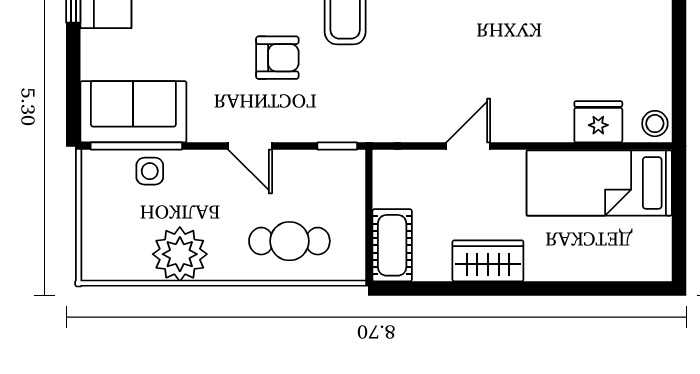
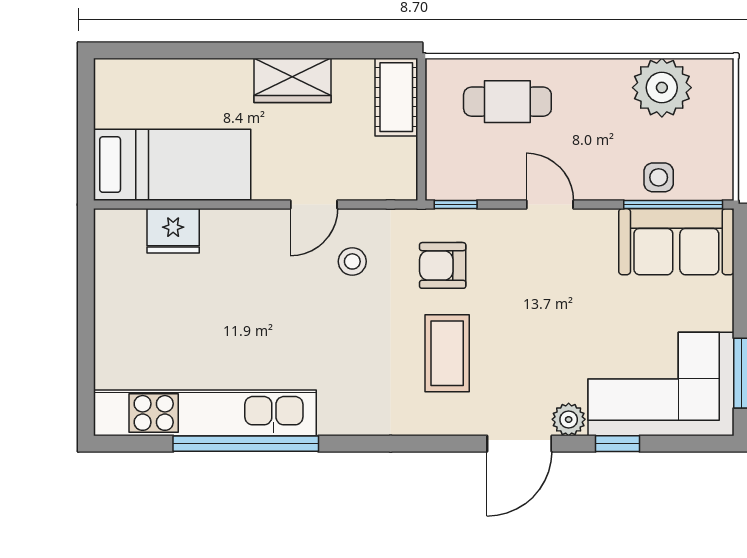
armchair: (277, 58) -> (443, 265), moved
stool: (655, 124) -> (352, 261), moved
plant: (180, 254) -> (662, 88), moved

